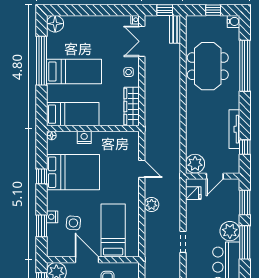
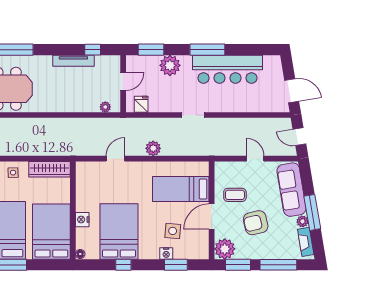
bed: (73, 114) -> (51, 232), width x1.50
plant: (195, 164) -> (105, 107), width x0.53, depth x0.53
door: (215, 176) -> (123, 81), hinge flipped
plant: (230, 231) -> (170, 65), moved
window: (245, 242) -> (207, 50), moved

